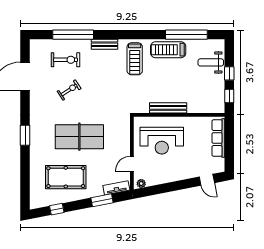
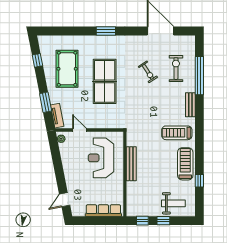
window: (186, 35) -> (199, 181), width x0.32
exercise bike: (65, 60) -> (176, 69), turned 180
weight bench: (211, 62) -> (173, 203), turned 90

